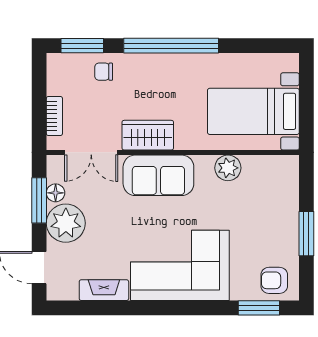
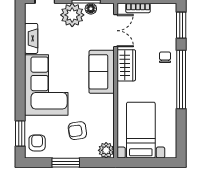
chair: (104, 72) -> (165, 57), moved
double door: (91, 152) -> (116, 31), swing flipped
plant: (228, 168) -> (106, 150), moved
armchair: (254, 215) -> (77, 131), added

